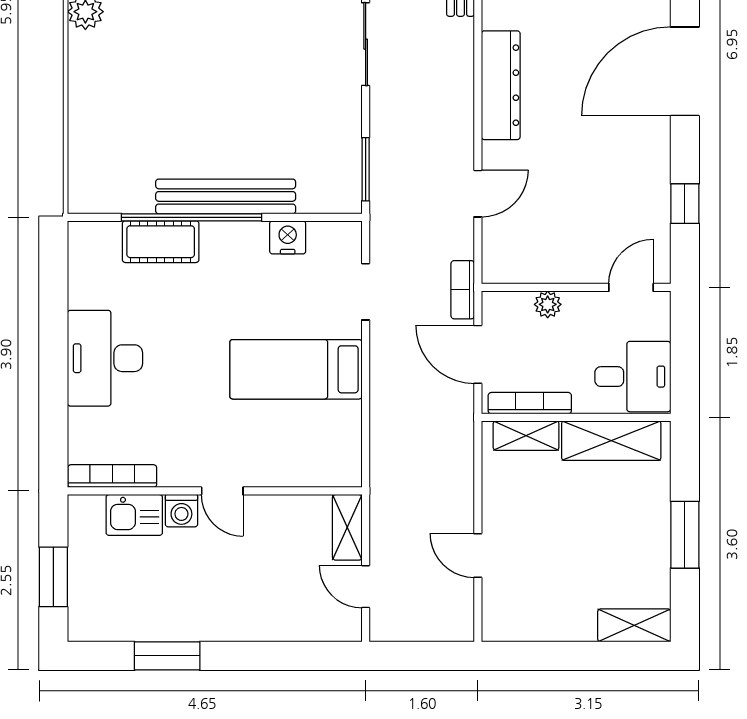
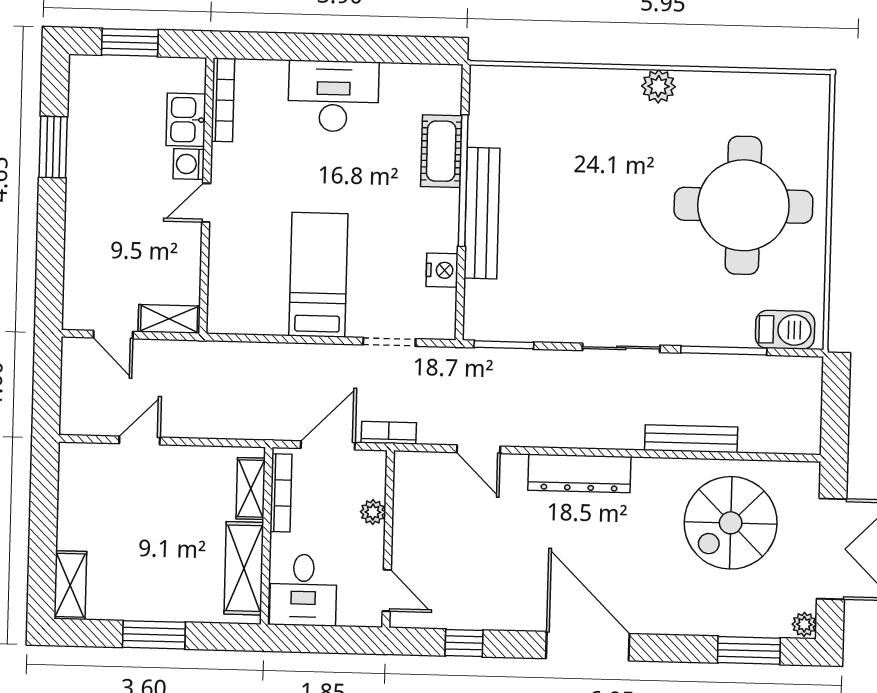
door: (366, 587) -> (113, 335), swing flipped

